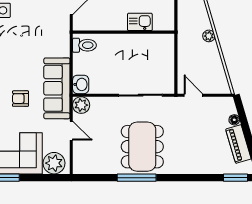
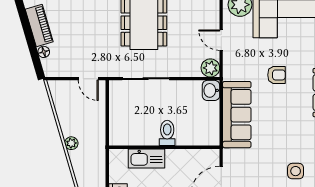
kitchen sink: (140, 22) -> (146, 158), width x1.38
toilet: (84, 45) -> (167, 133), moved, turned 90
sofa: (57, 88) -> (237, 115), moved

